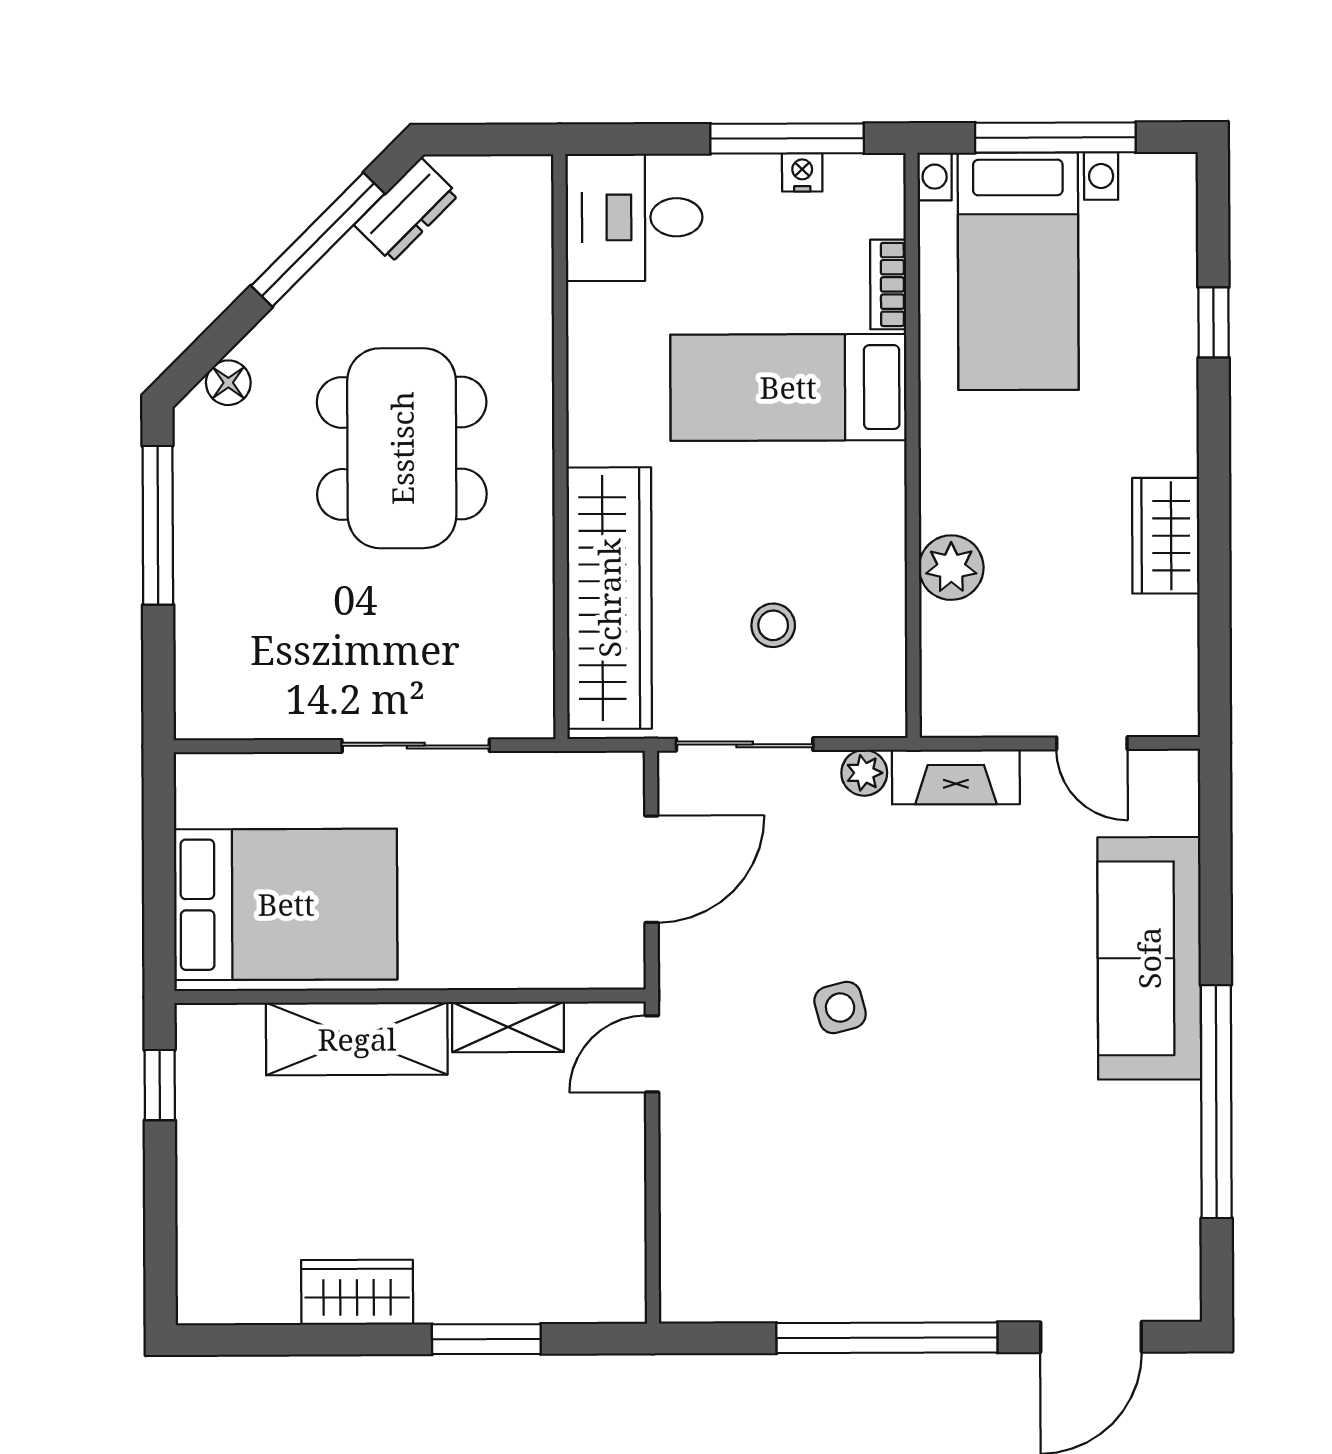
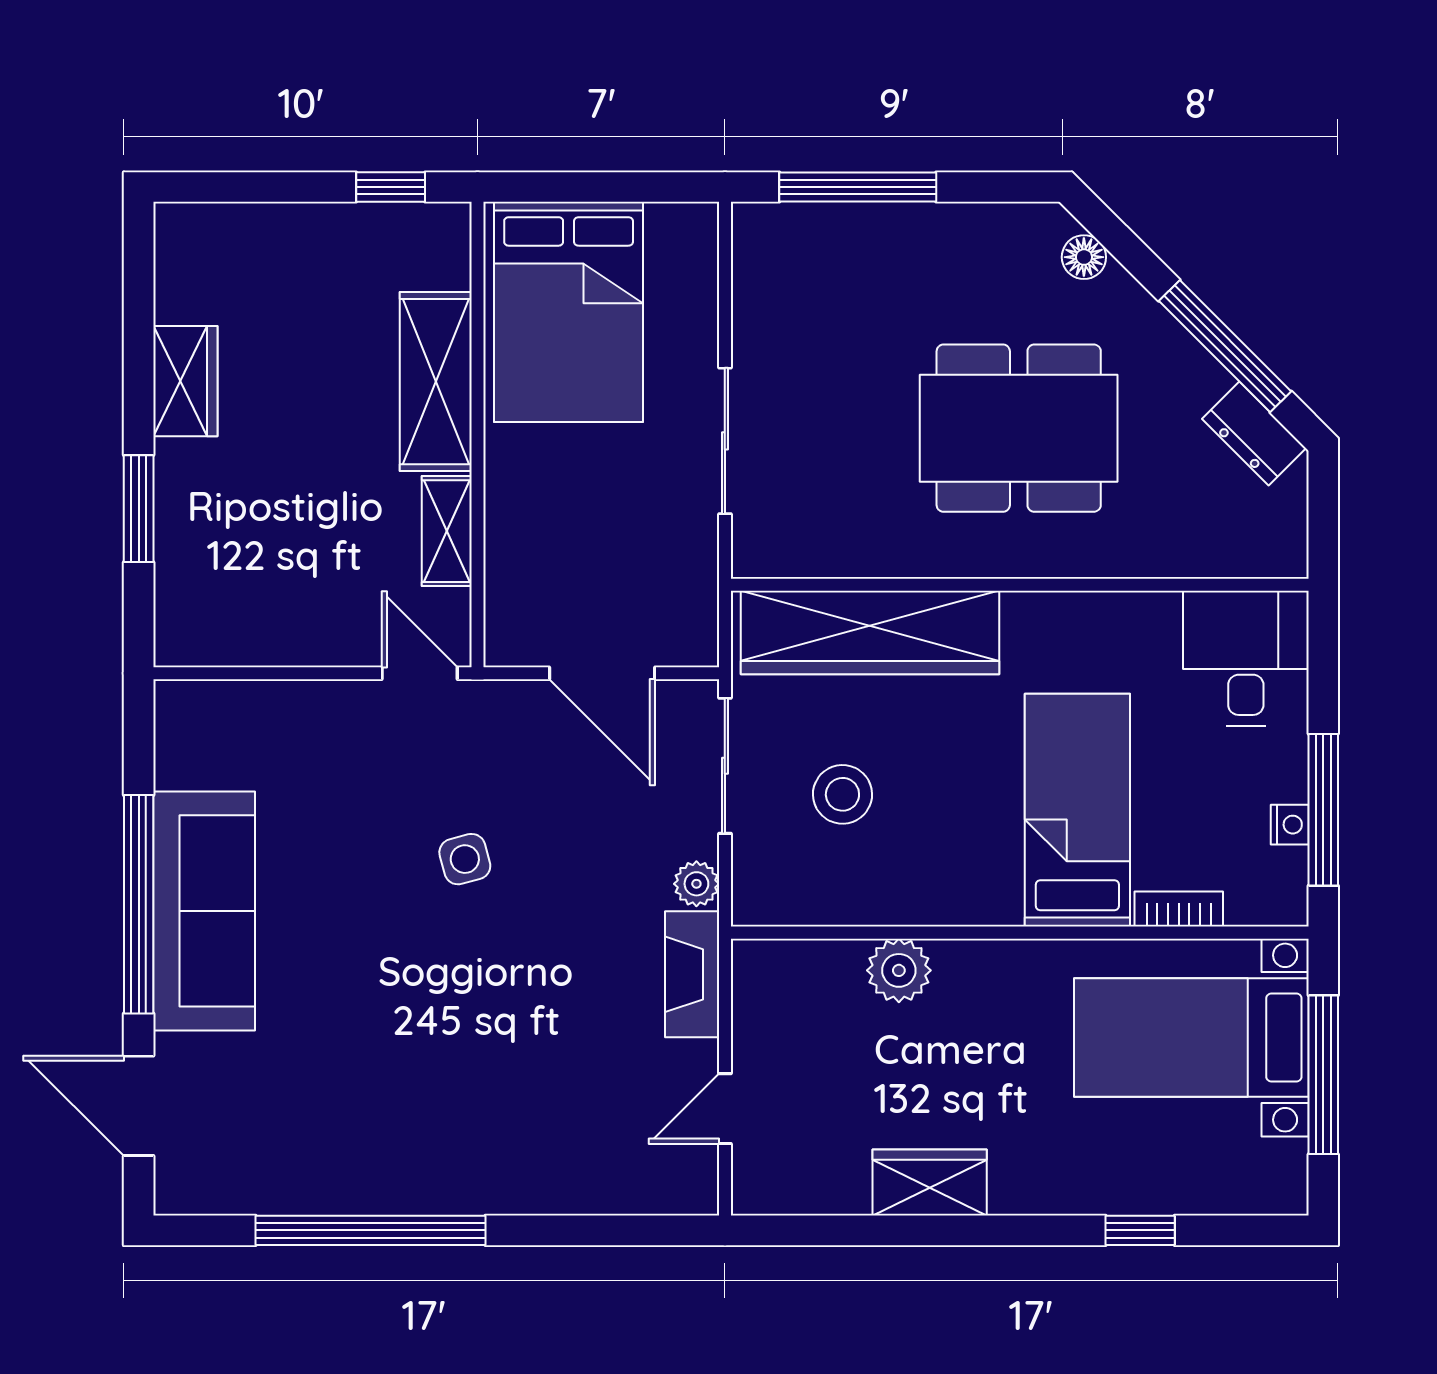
window: (158, 525) -> (858, 187), moved
stool: (773, 625) -> (842, 794), width x1.37, depth x1.37
sofa: (1149, 958) -> (204, 911), moved, turned 90

